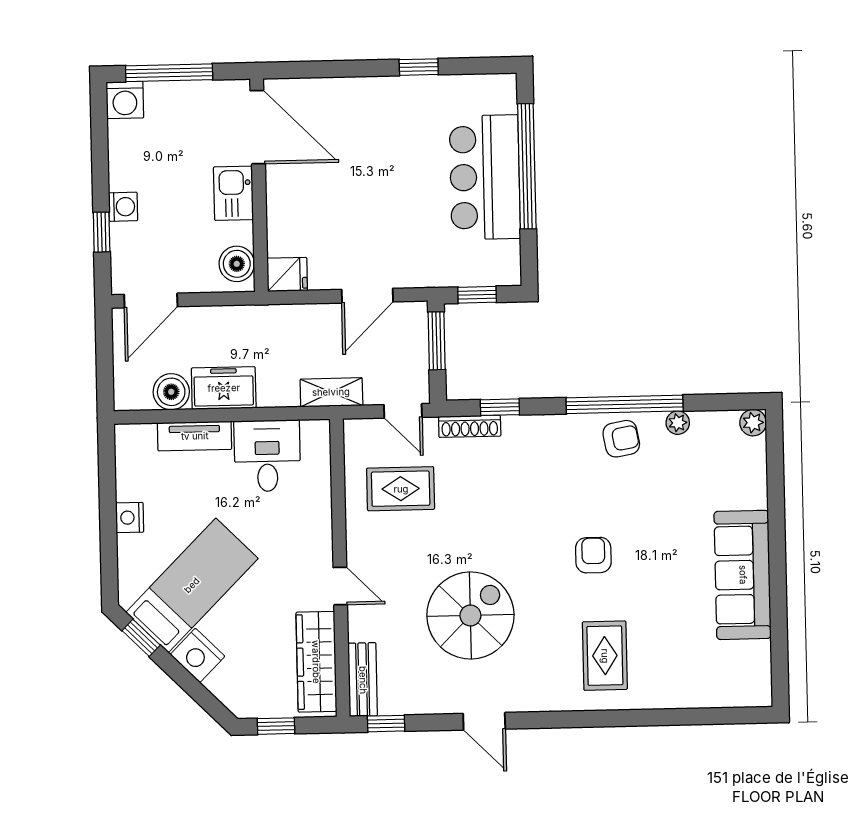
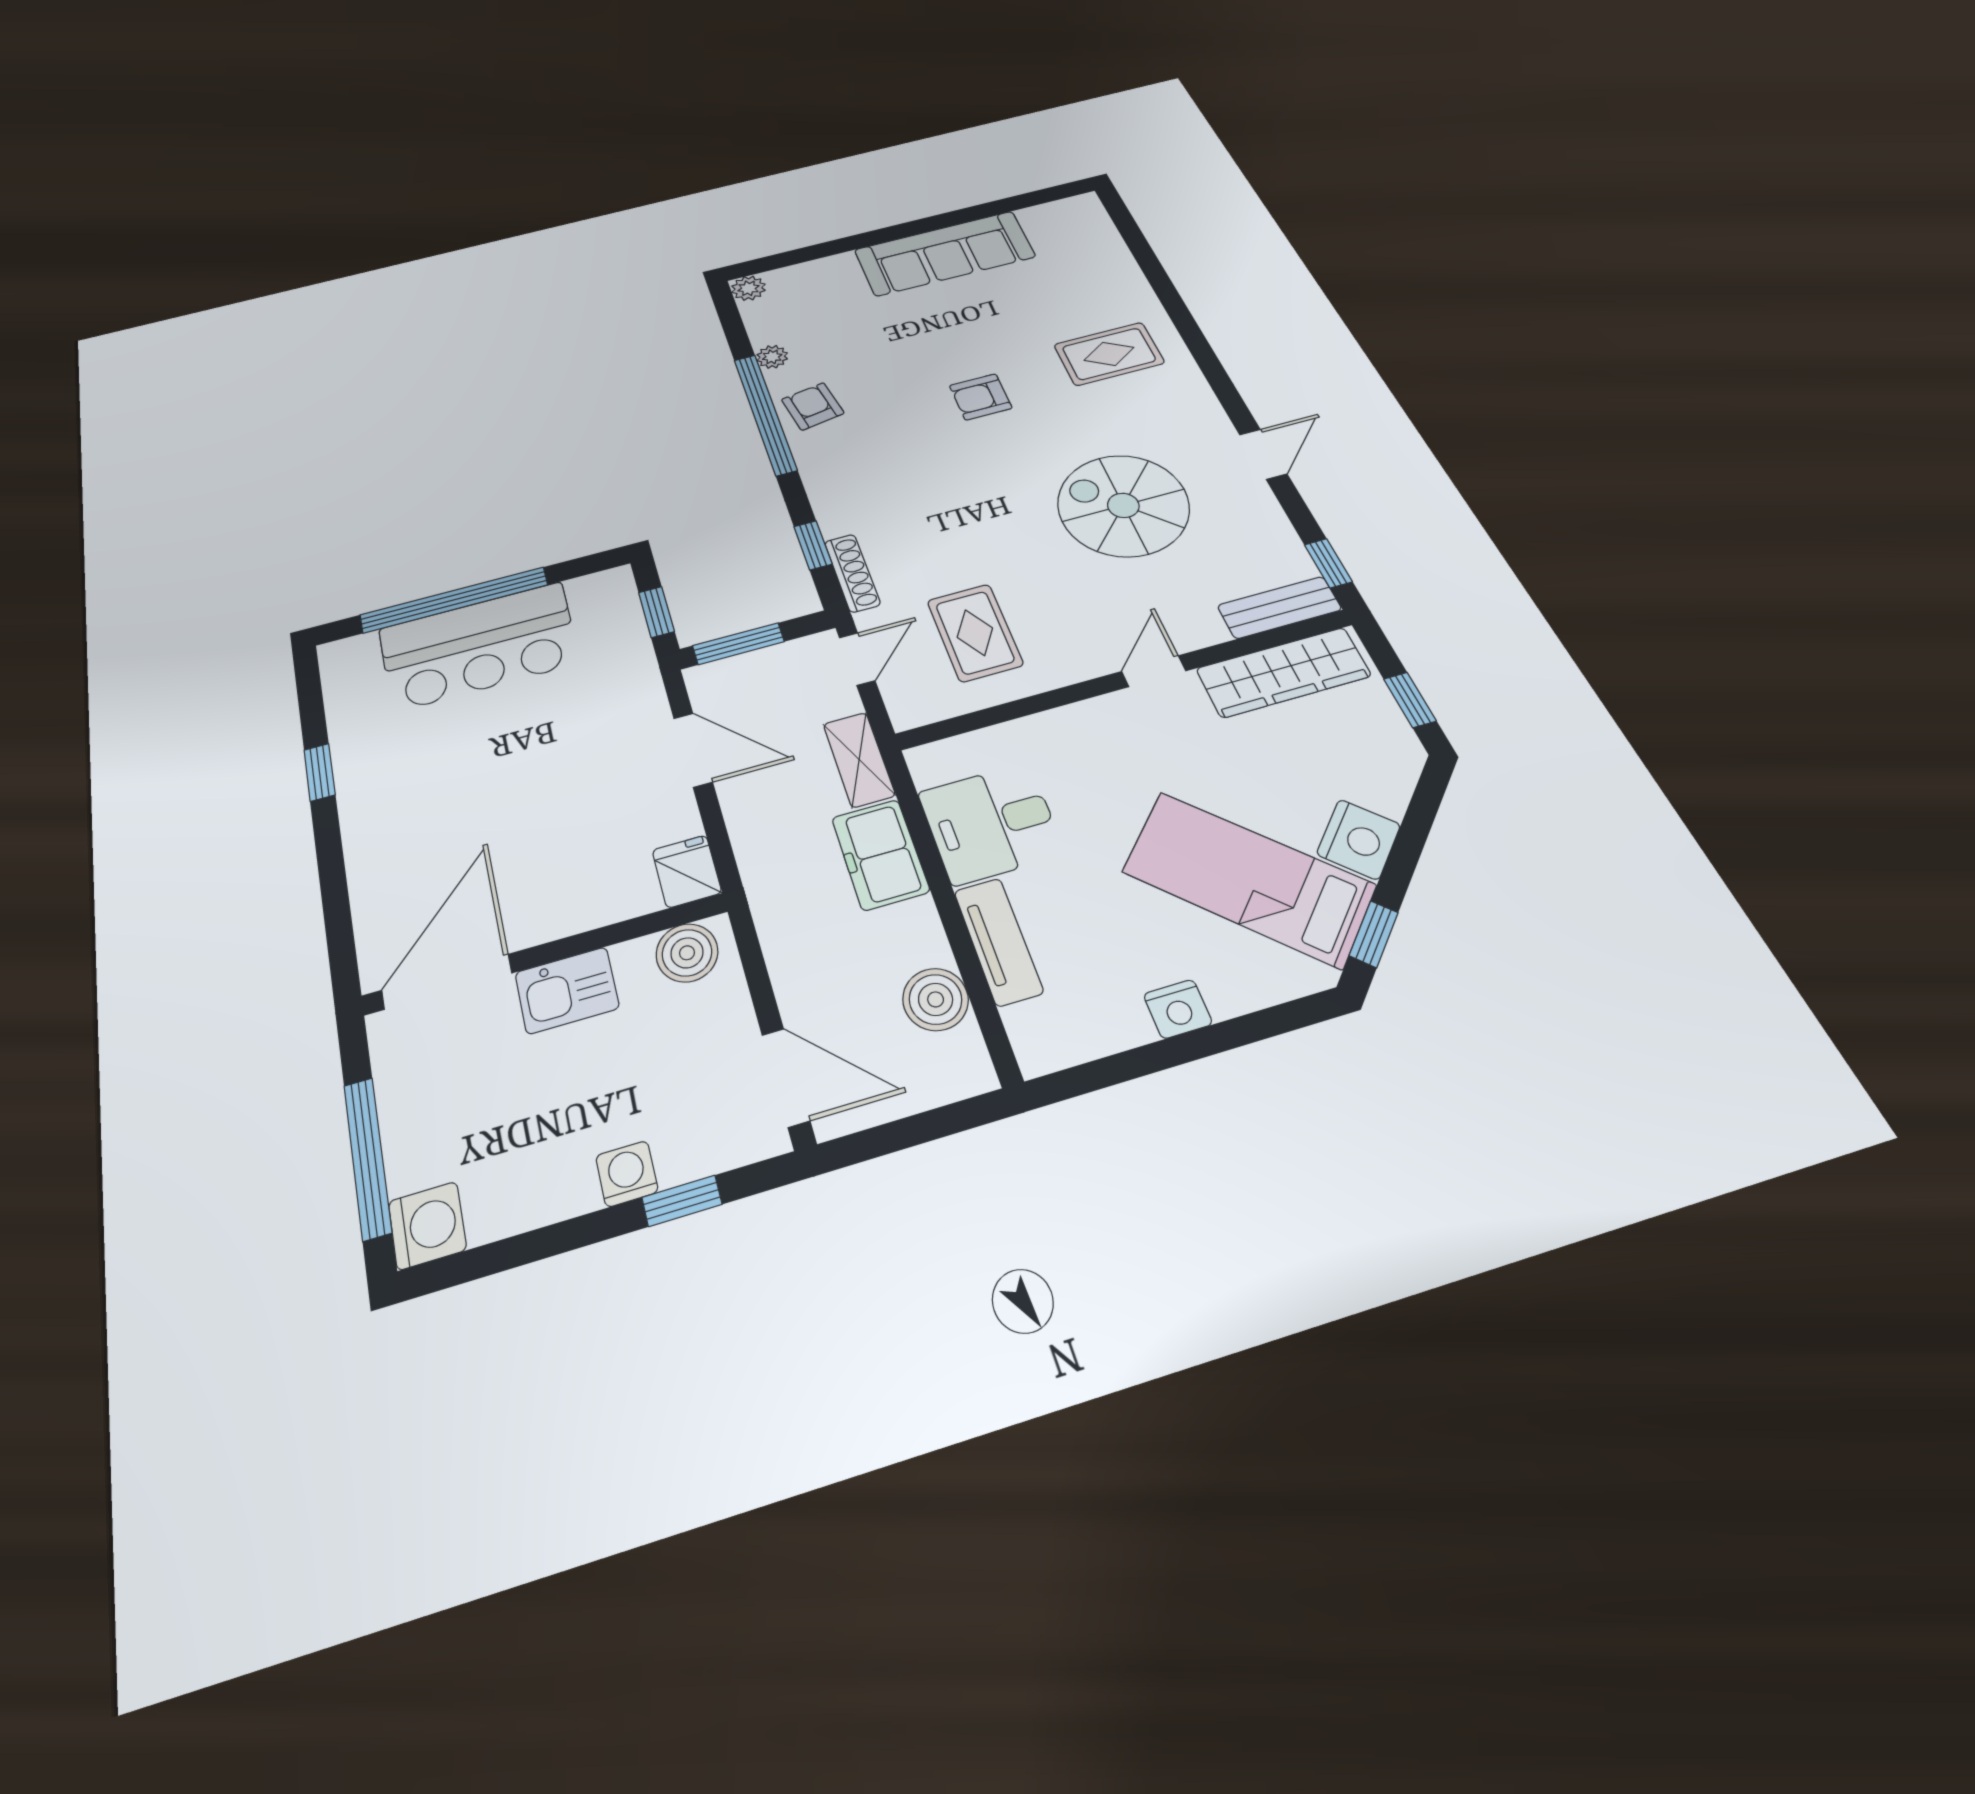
freezer: (224, 388) -> (880, 854), moved

